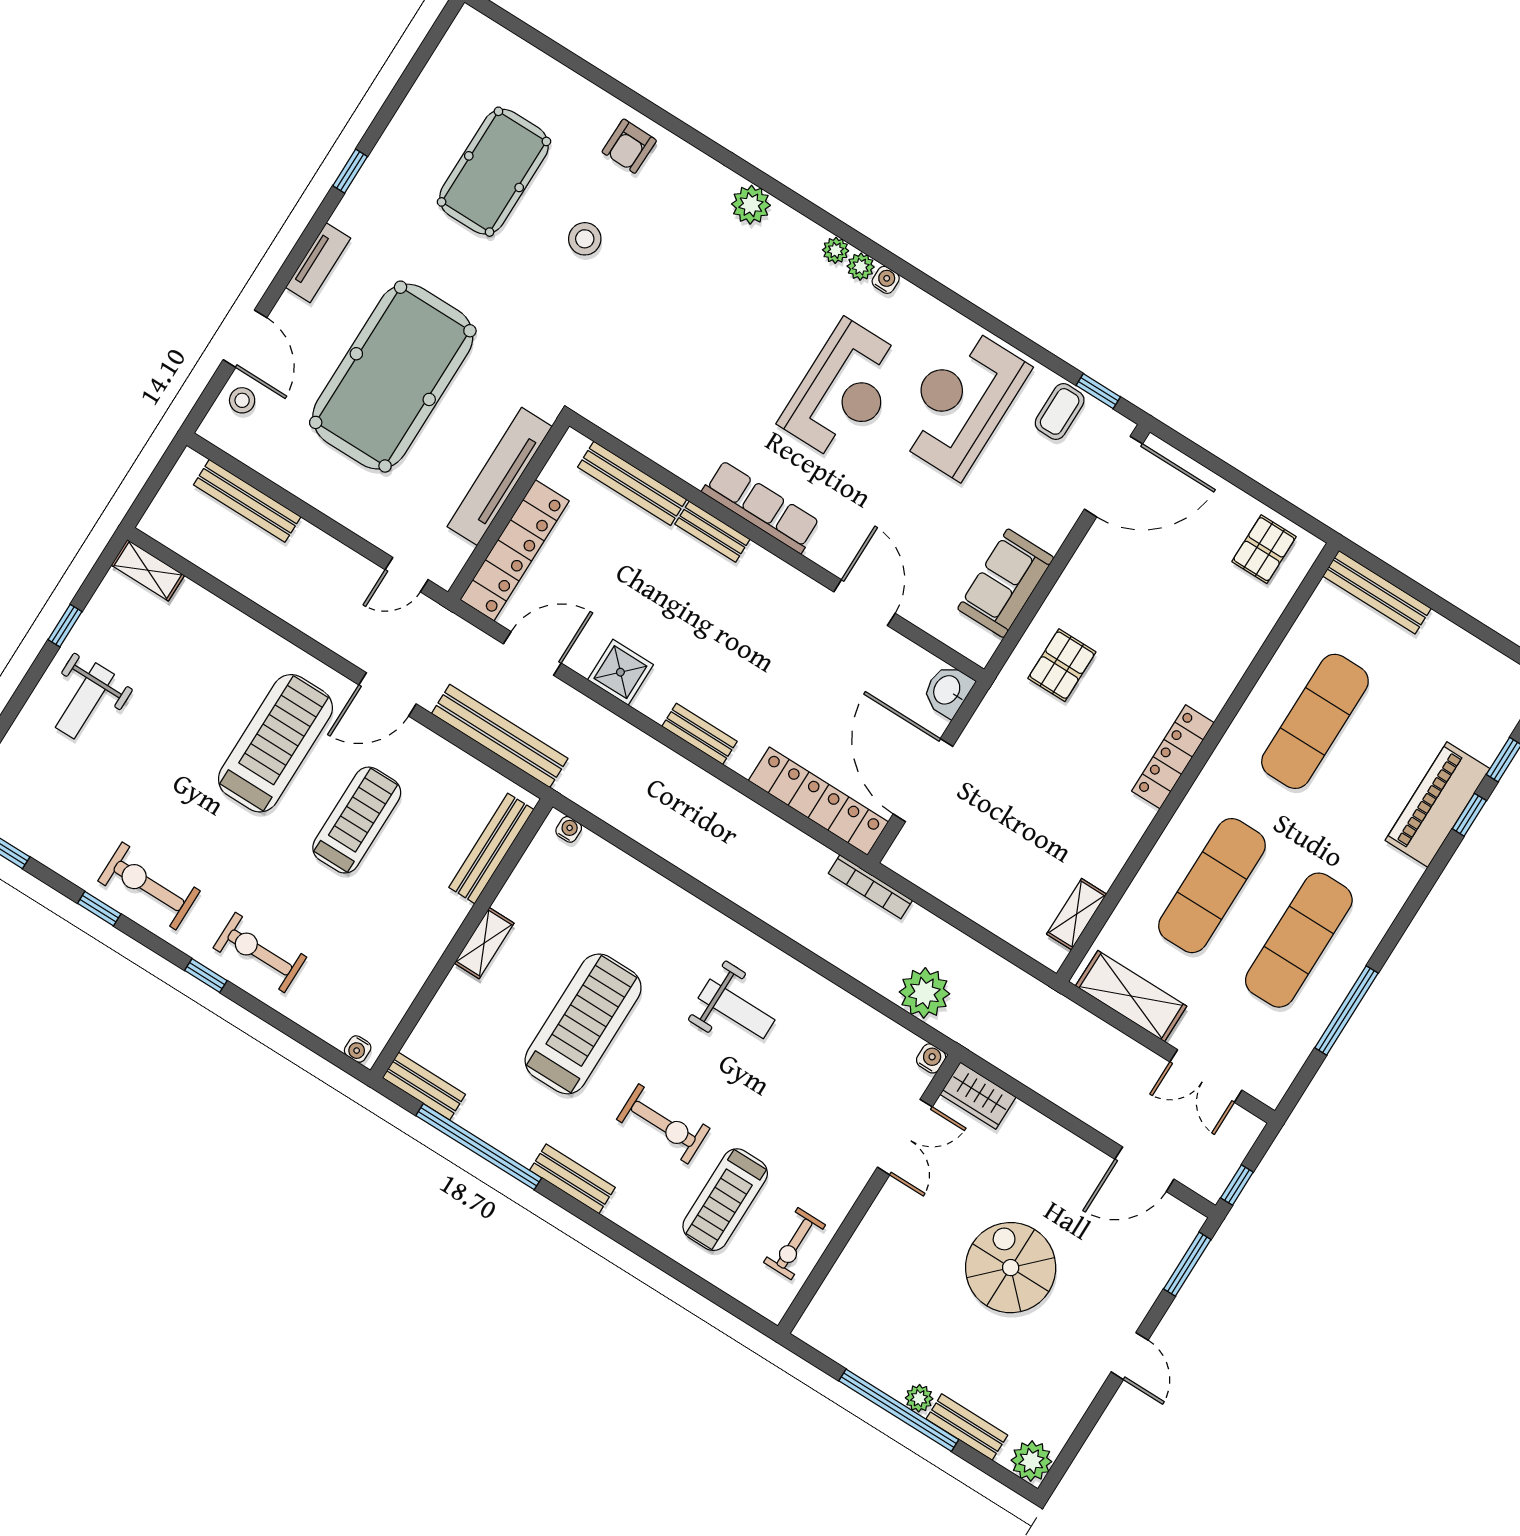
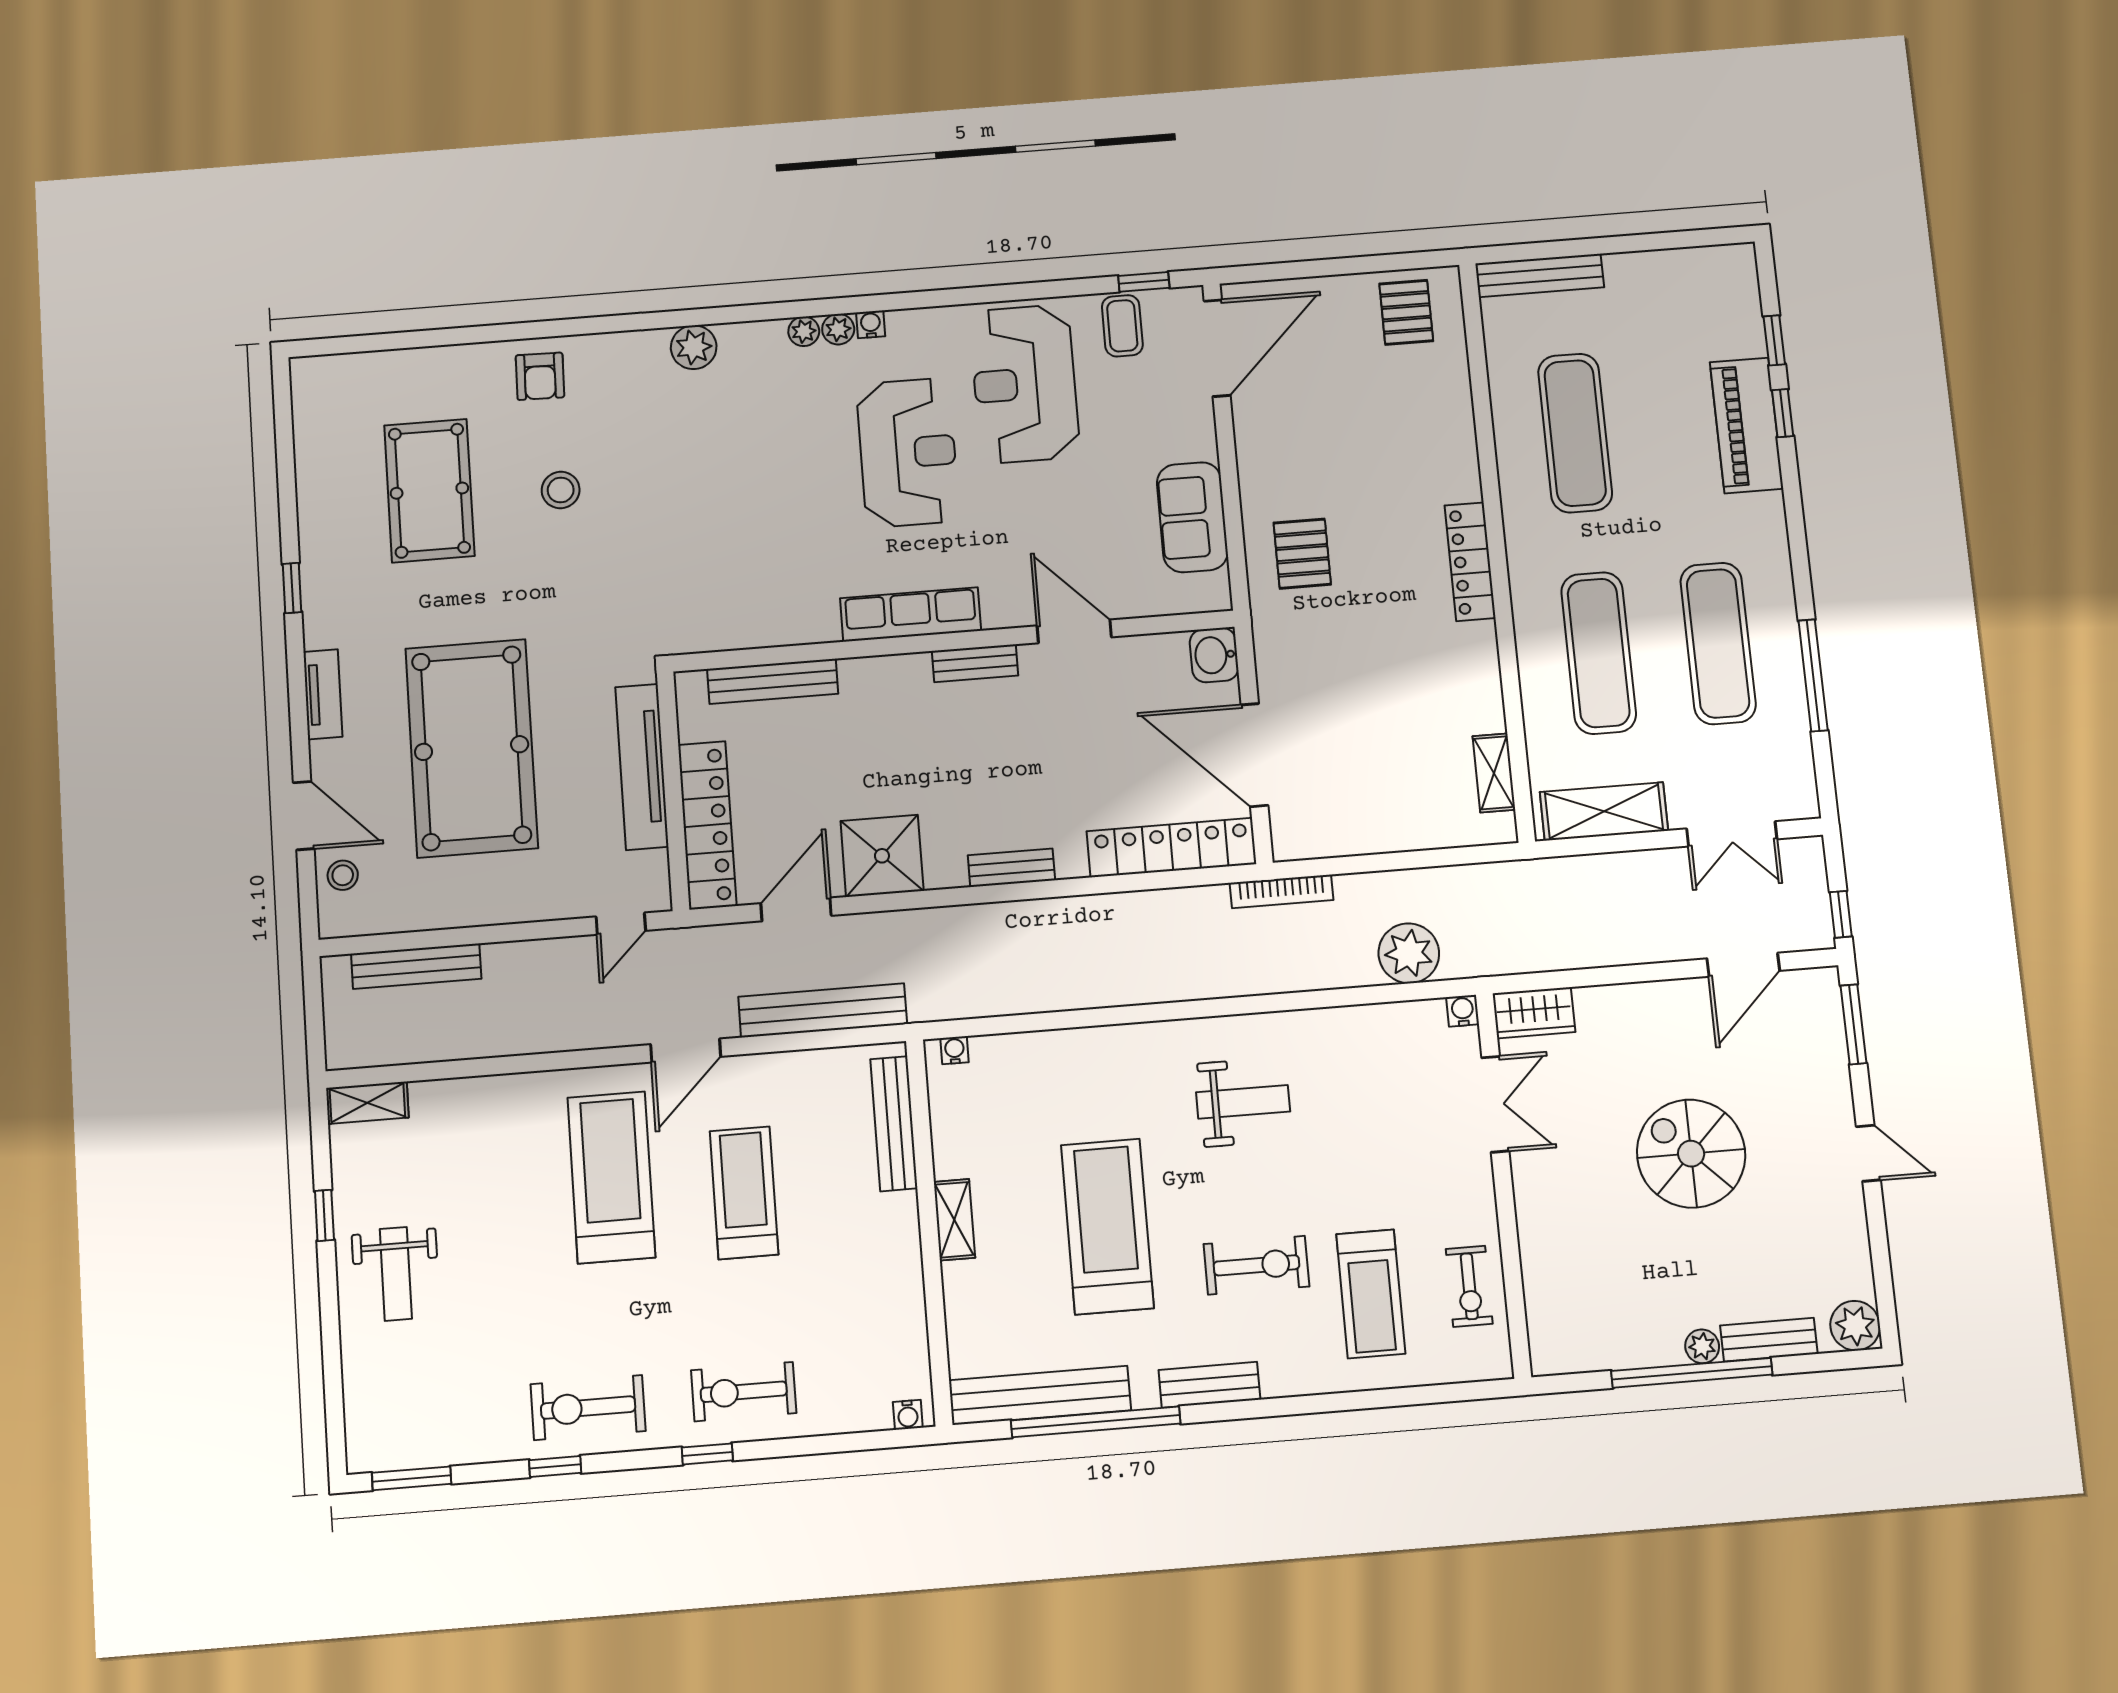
bench: (712, 532) -> (975, 663), moved
shower: (620, 672) -> (882, 856), width x1.36, depth x1.36
bench: (424, 1086) -> (1040, 1395), width x1.86, depth x1.21

